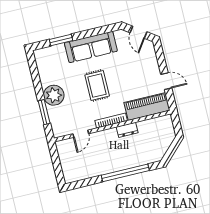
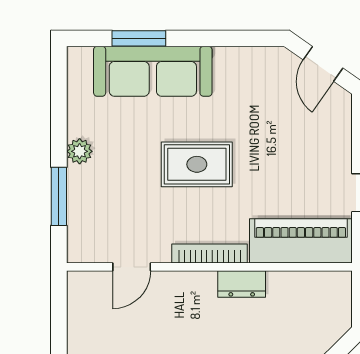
sofa: (91, 47) -> (153, 71), moved
rug: (97, 86) -> (197, 164), turned 90
plant: (54, 95) -> (80, 151), width x0.53, depth x0.53

